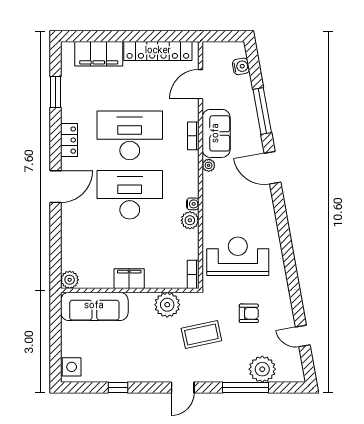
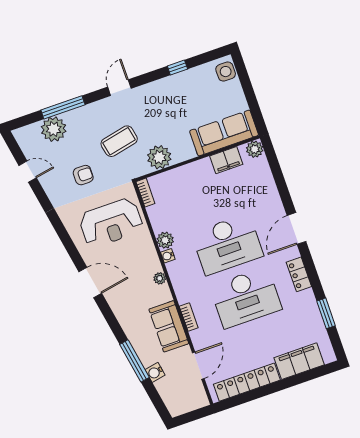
water cooler: (241, 66) -> (155, 372), moved
plant: (209, 165) -> (160, 278), moved
door: (272, 168) -> (90, 282), moved
filing cabinet: (129, 279) -> (226, 160), moved
armchair: (249, 313) -> (83, 175), turned 180

